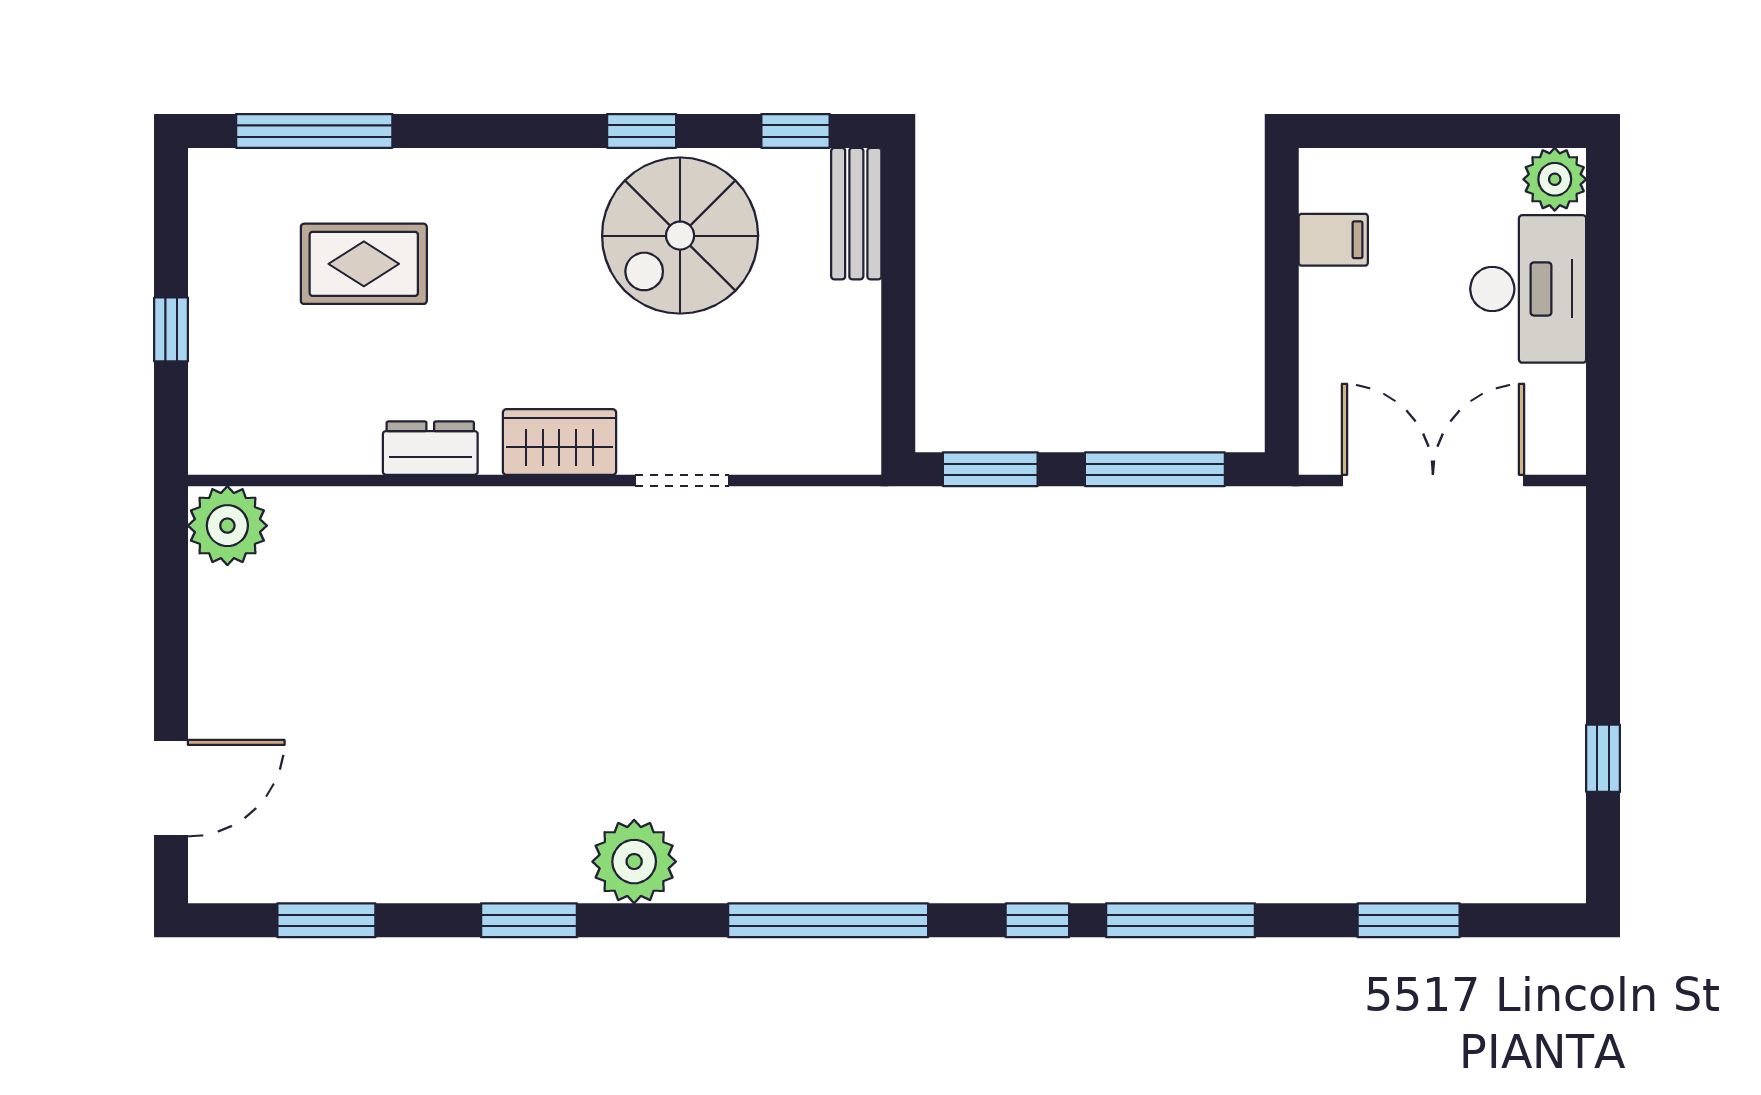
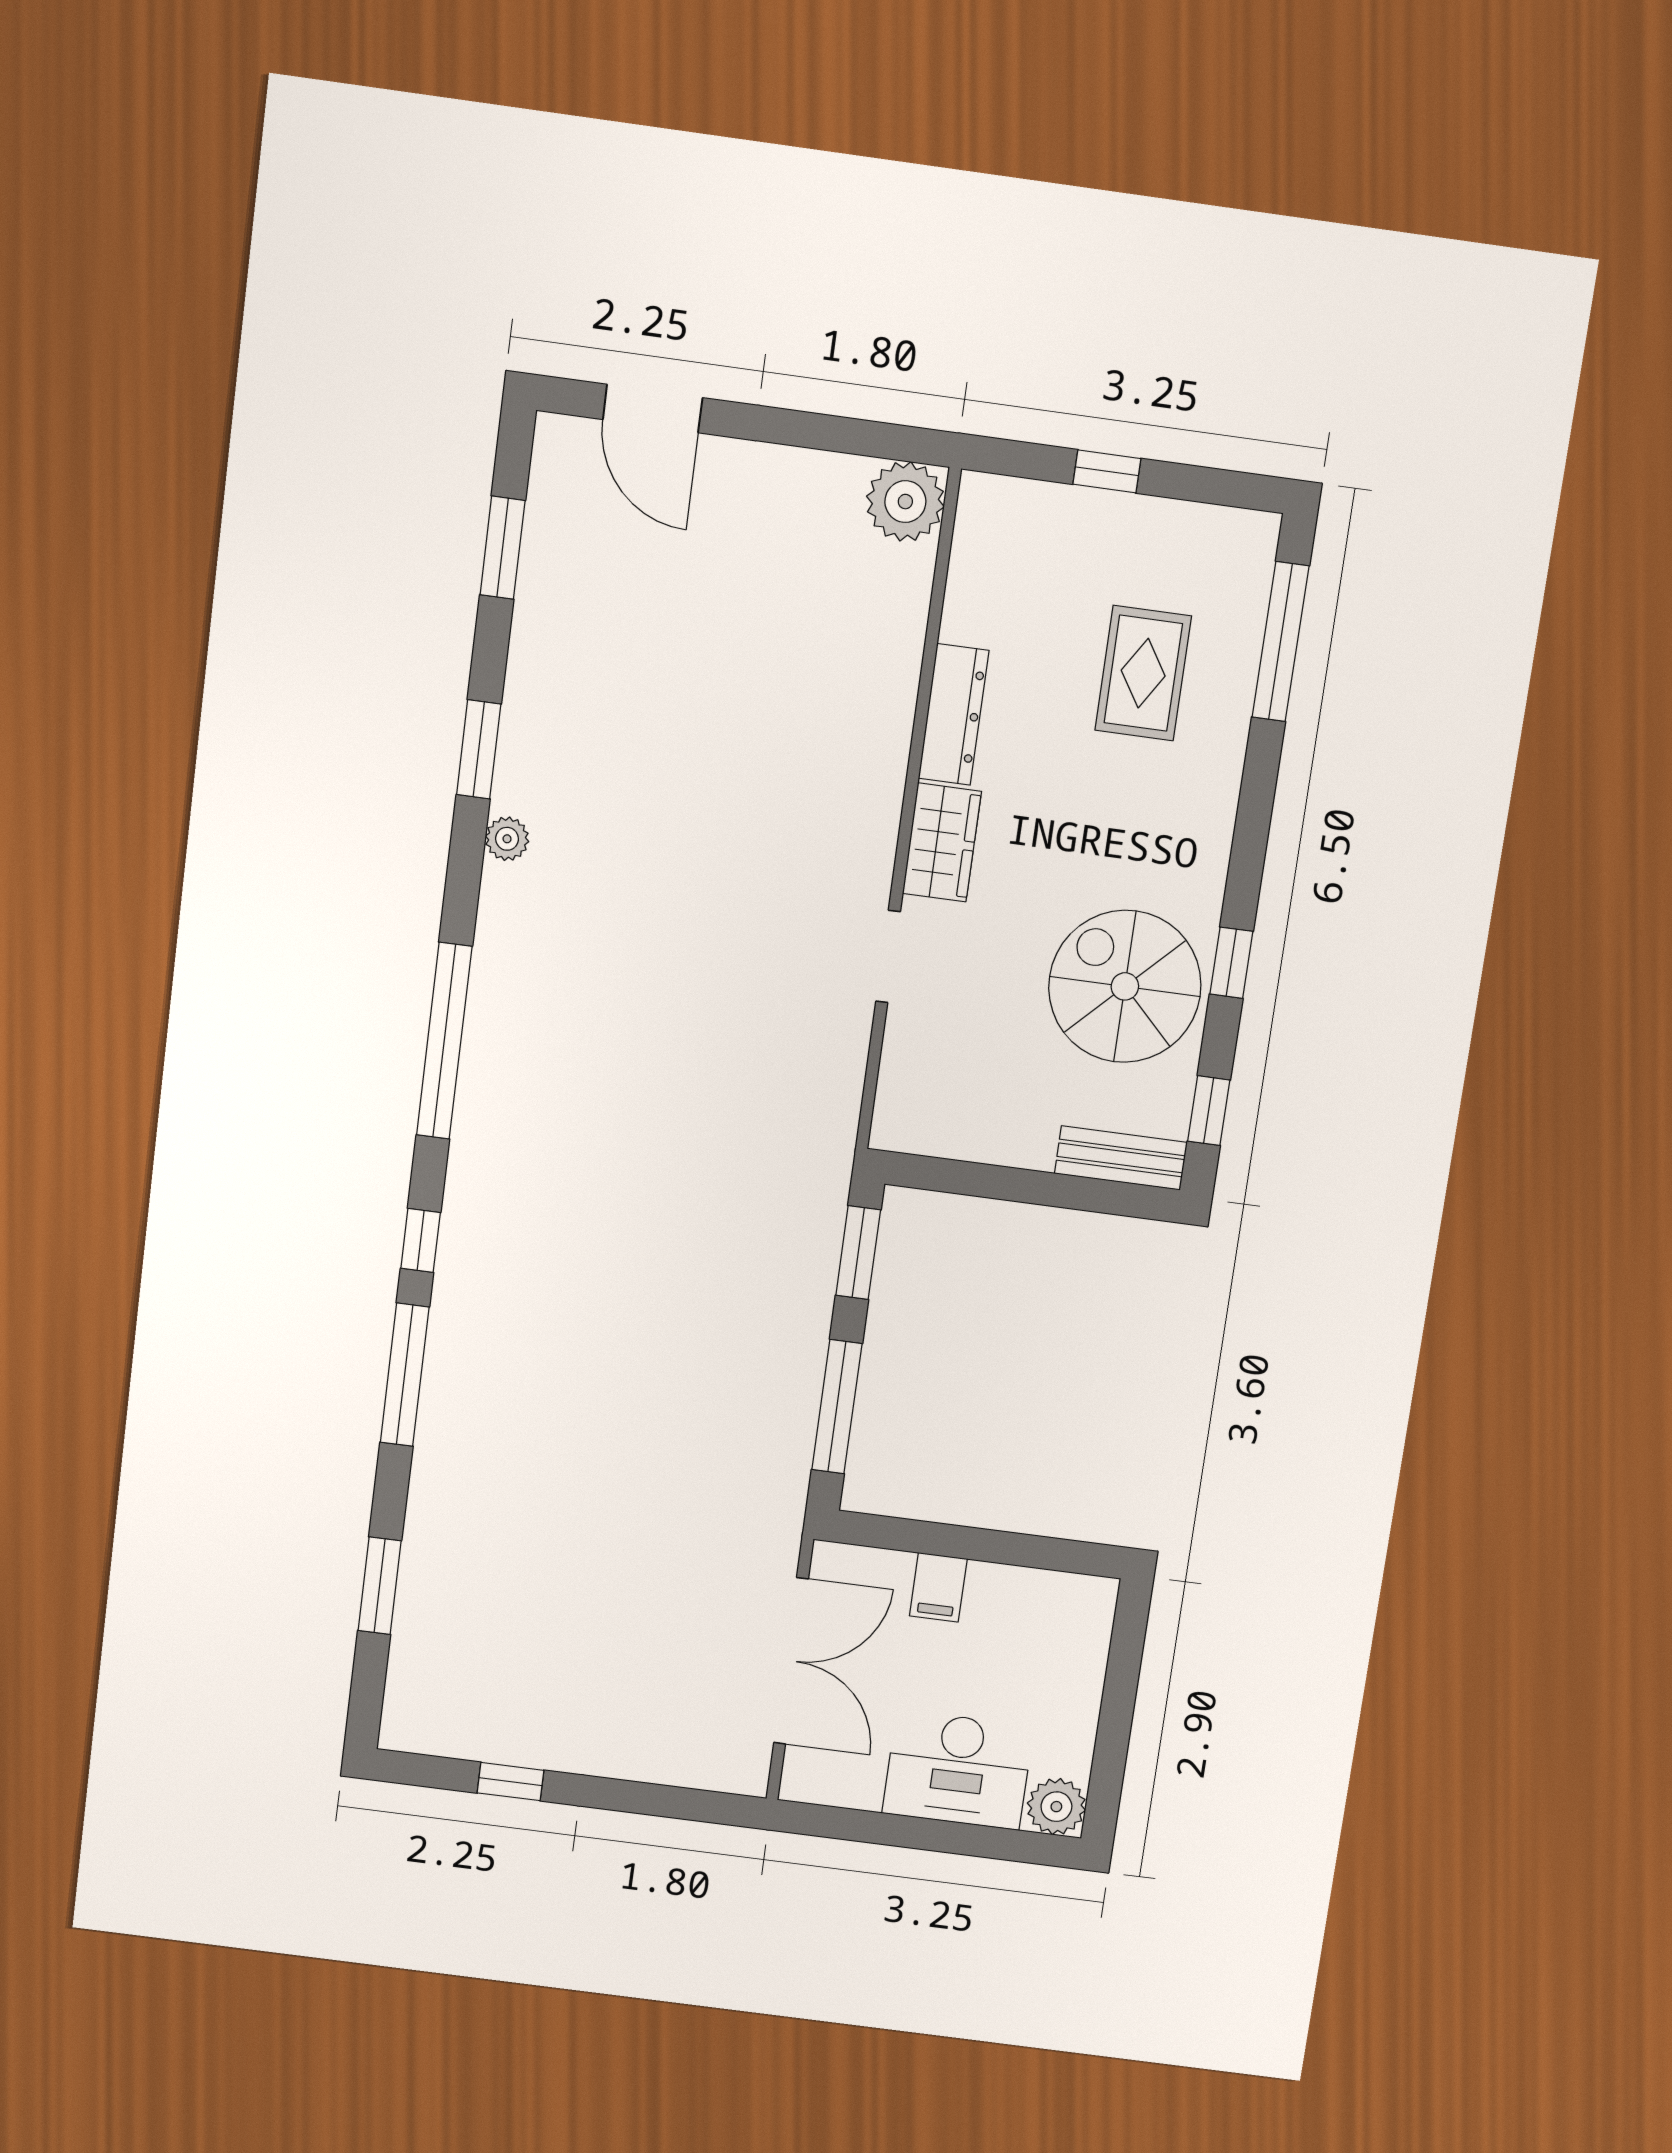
filing cabinet: (1333, 240) -> (938, 1587), moved
dresser: (430, 448) -> (954, 714), width x1.44
plant: (634, 862) -> (507, 839), width x0.53, depth x0.53

